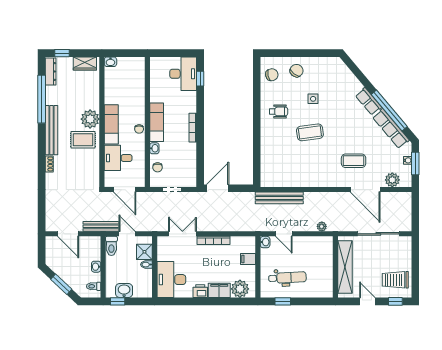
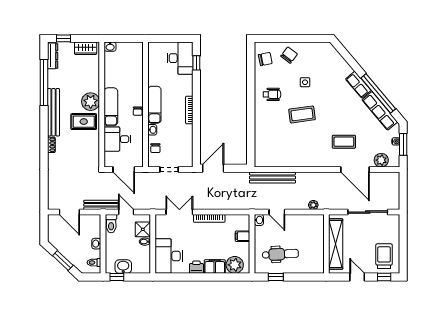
trolley: (395, 280) -> (384, 256), turned 90

